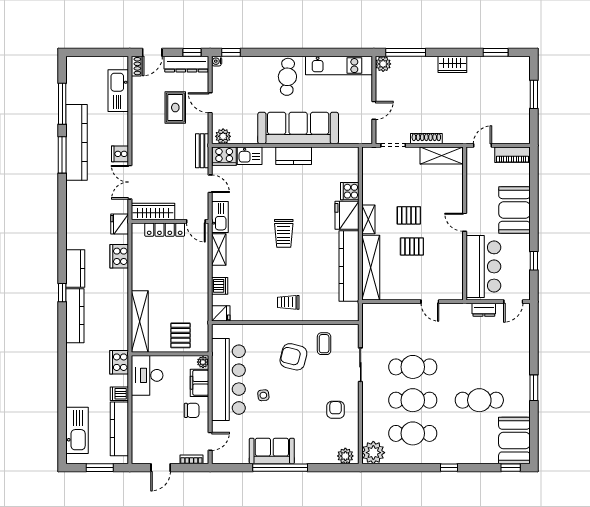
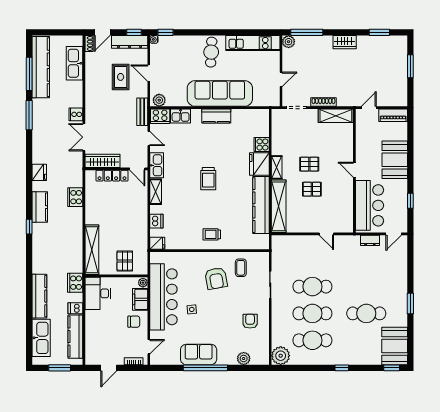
kitchen counter: (76, 142) -> (41, 67), moved
fridge: (120, 224) -> (39, 172), moved, turned 180
kitchen counter: (75, 316) -> (39, 296), moved
armchair: (293, 357) -> (216, 278), turned -114
plant: (345, 456) -> (244, 358), moved

